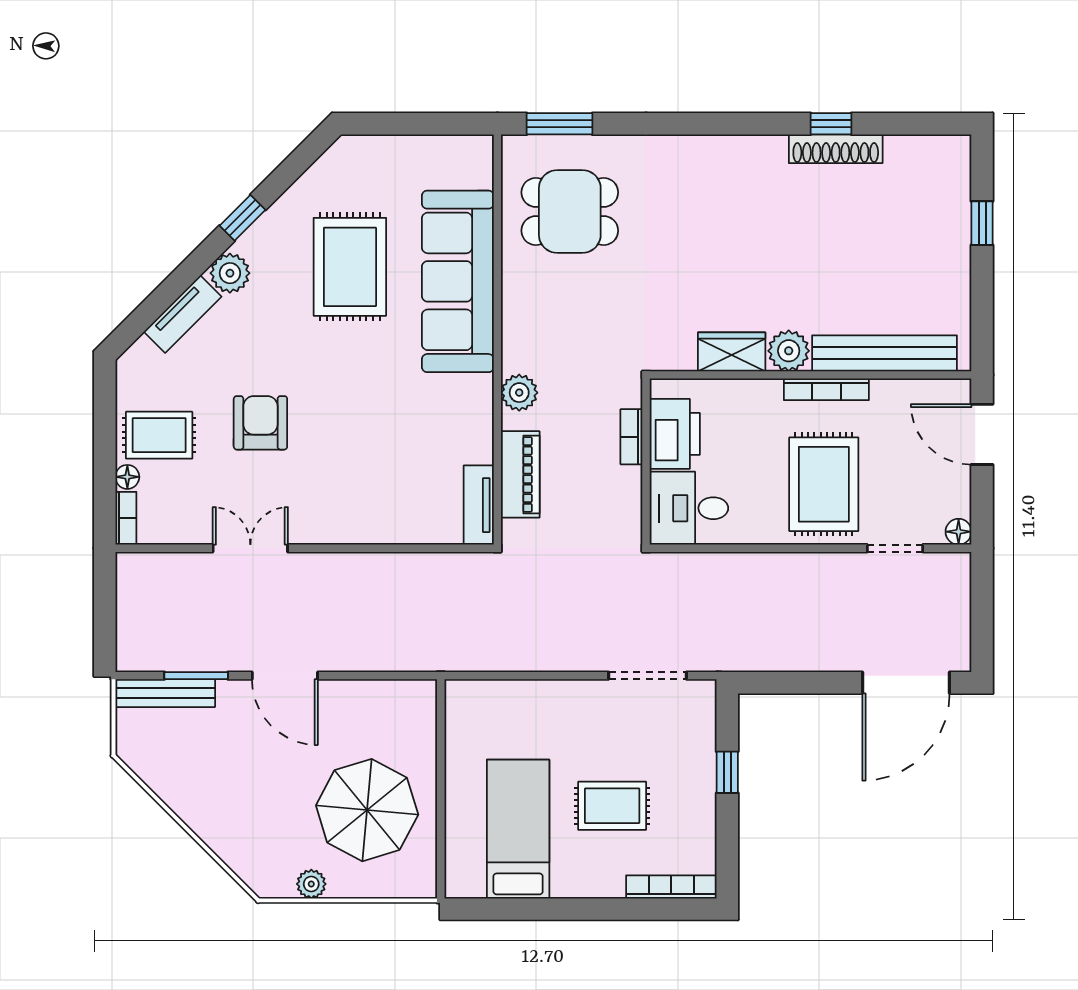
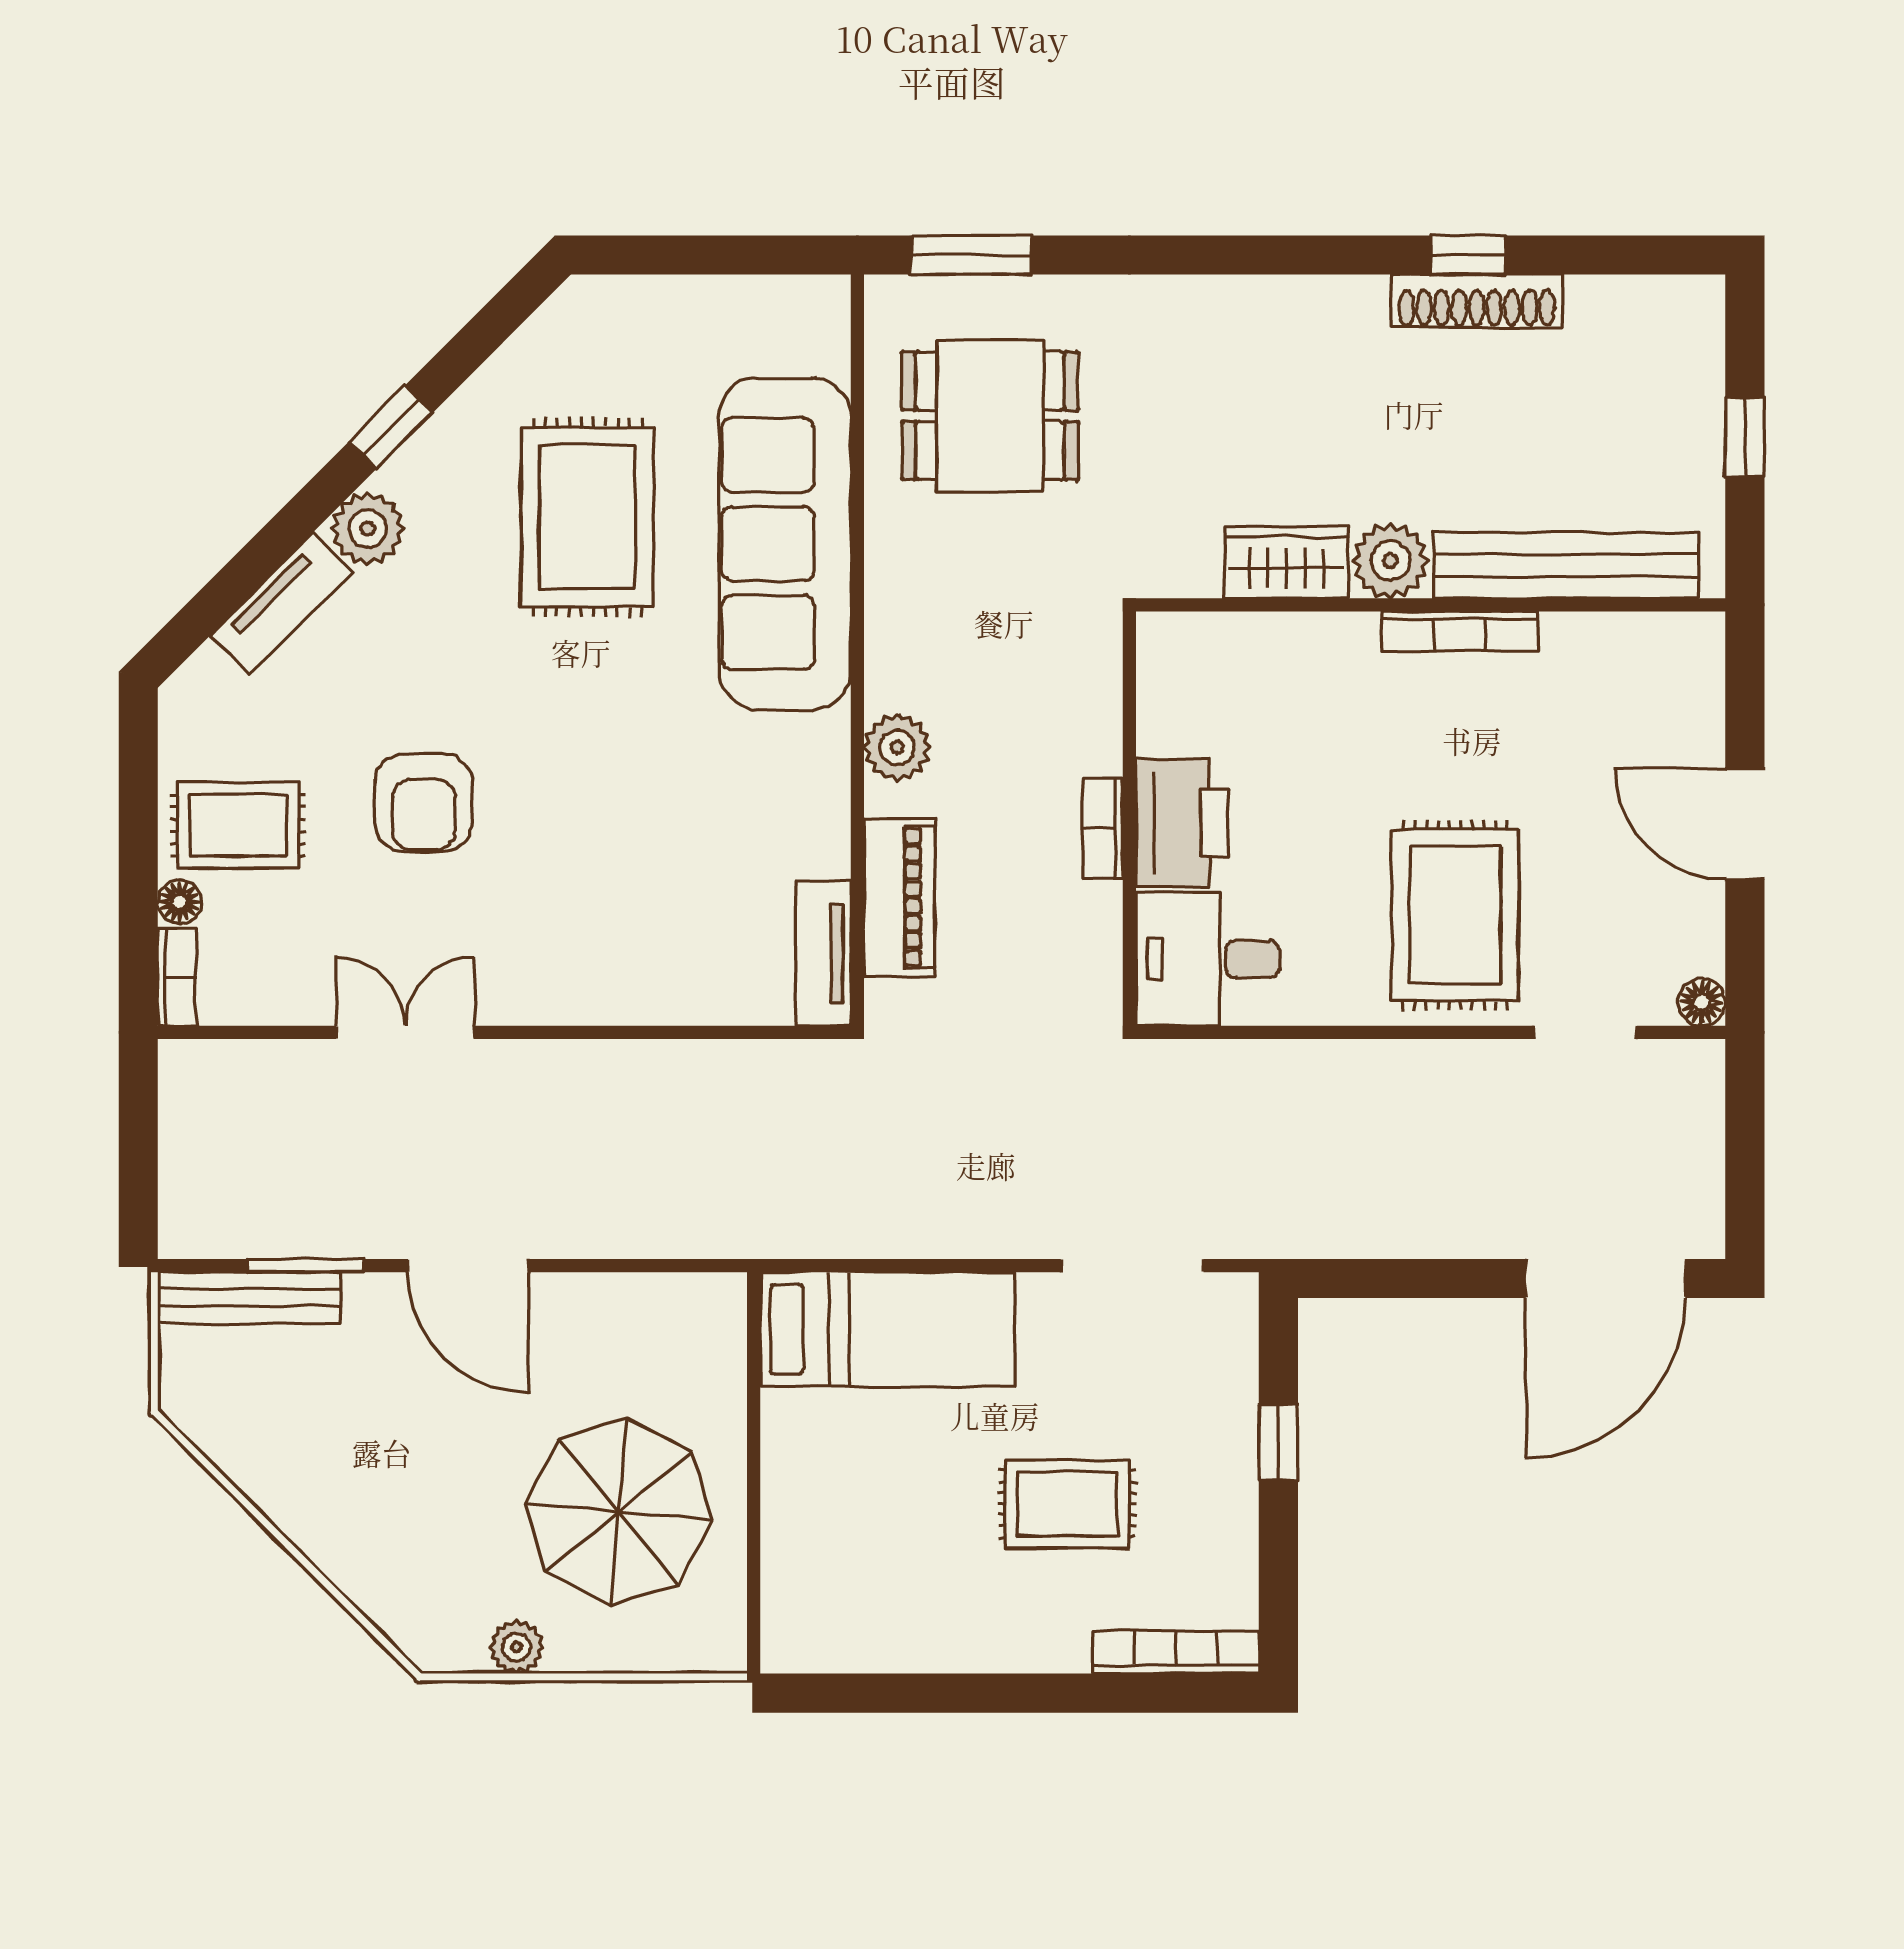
plant: (789, 351) -> (1391, 561), moved
wardrobe: (732, 352) -> (1286, 563), moved
bench: (884, 353) -> (1566, 565), moved
wall: (811, 375) -> (1431, 605), moved
bookcase: (826, 389) -> (1460, 631), moved
armchair: (260, 423) -> (424, 803), turned 180
bed: (518, 829) -> (887, 1329), moved, turned 90

